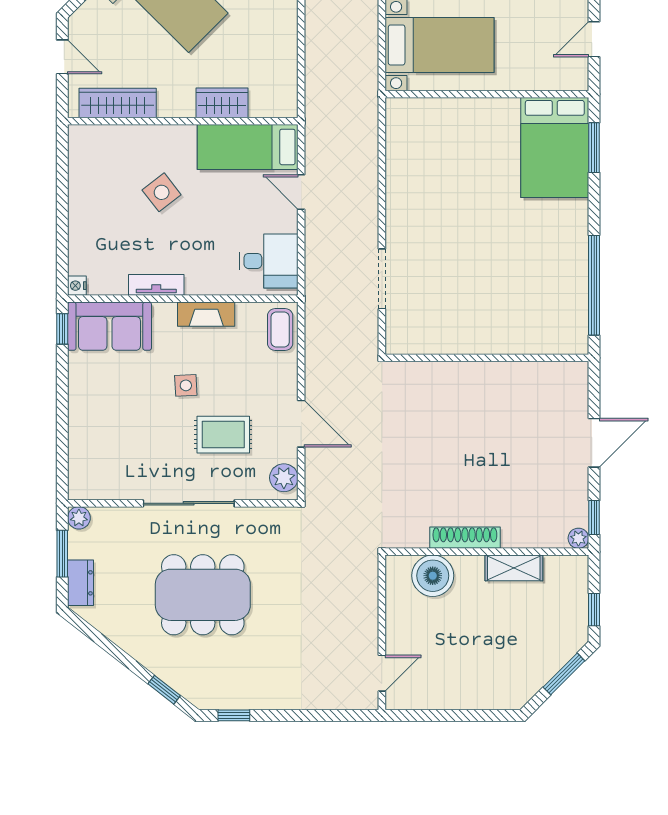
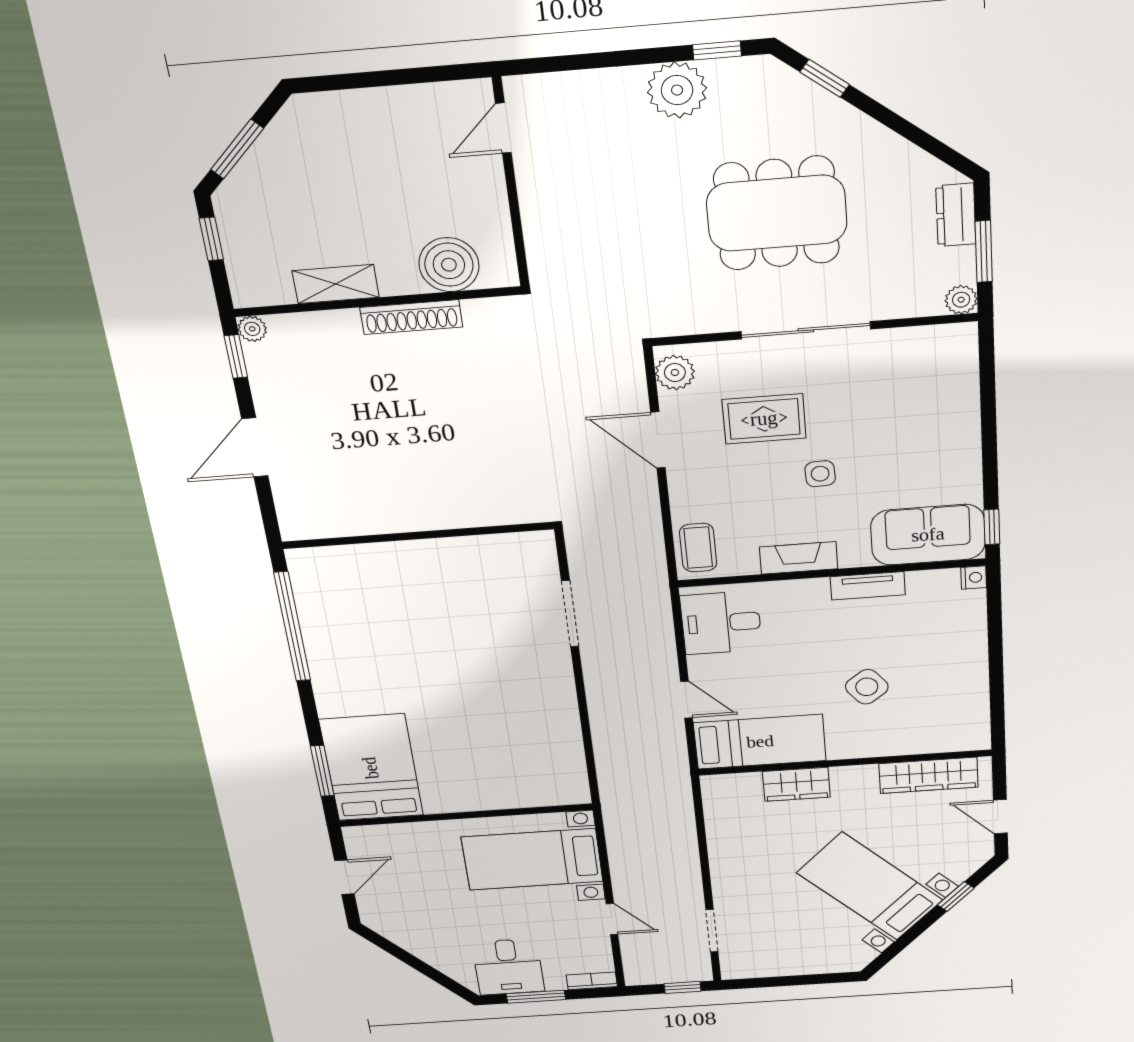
plant: (263, 690) -> (677, 90), added

